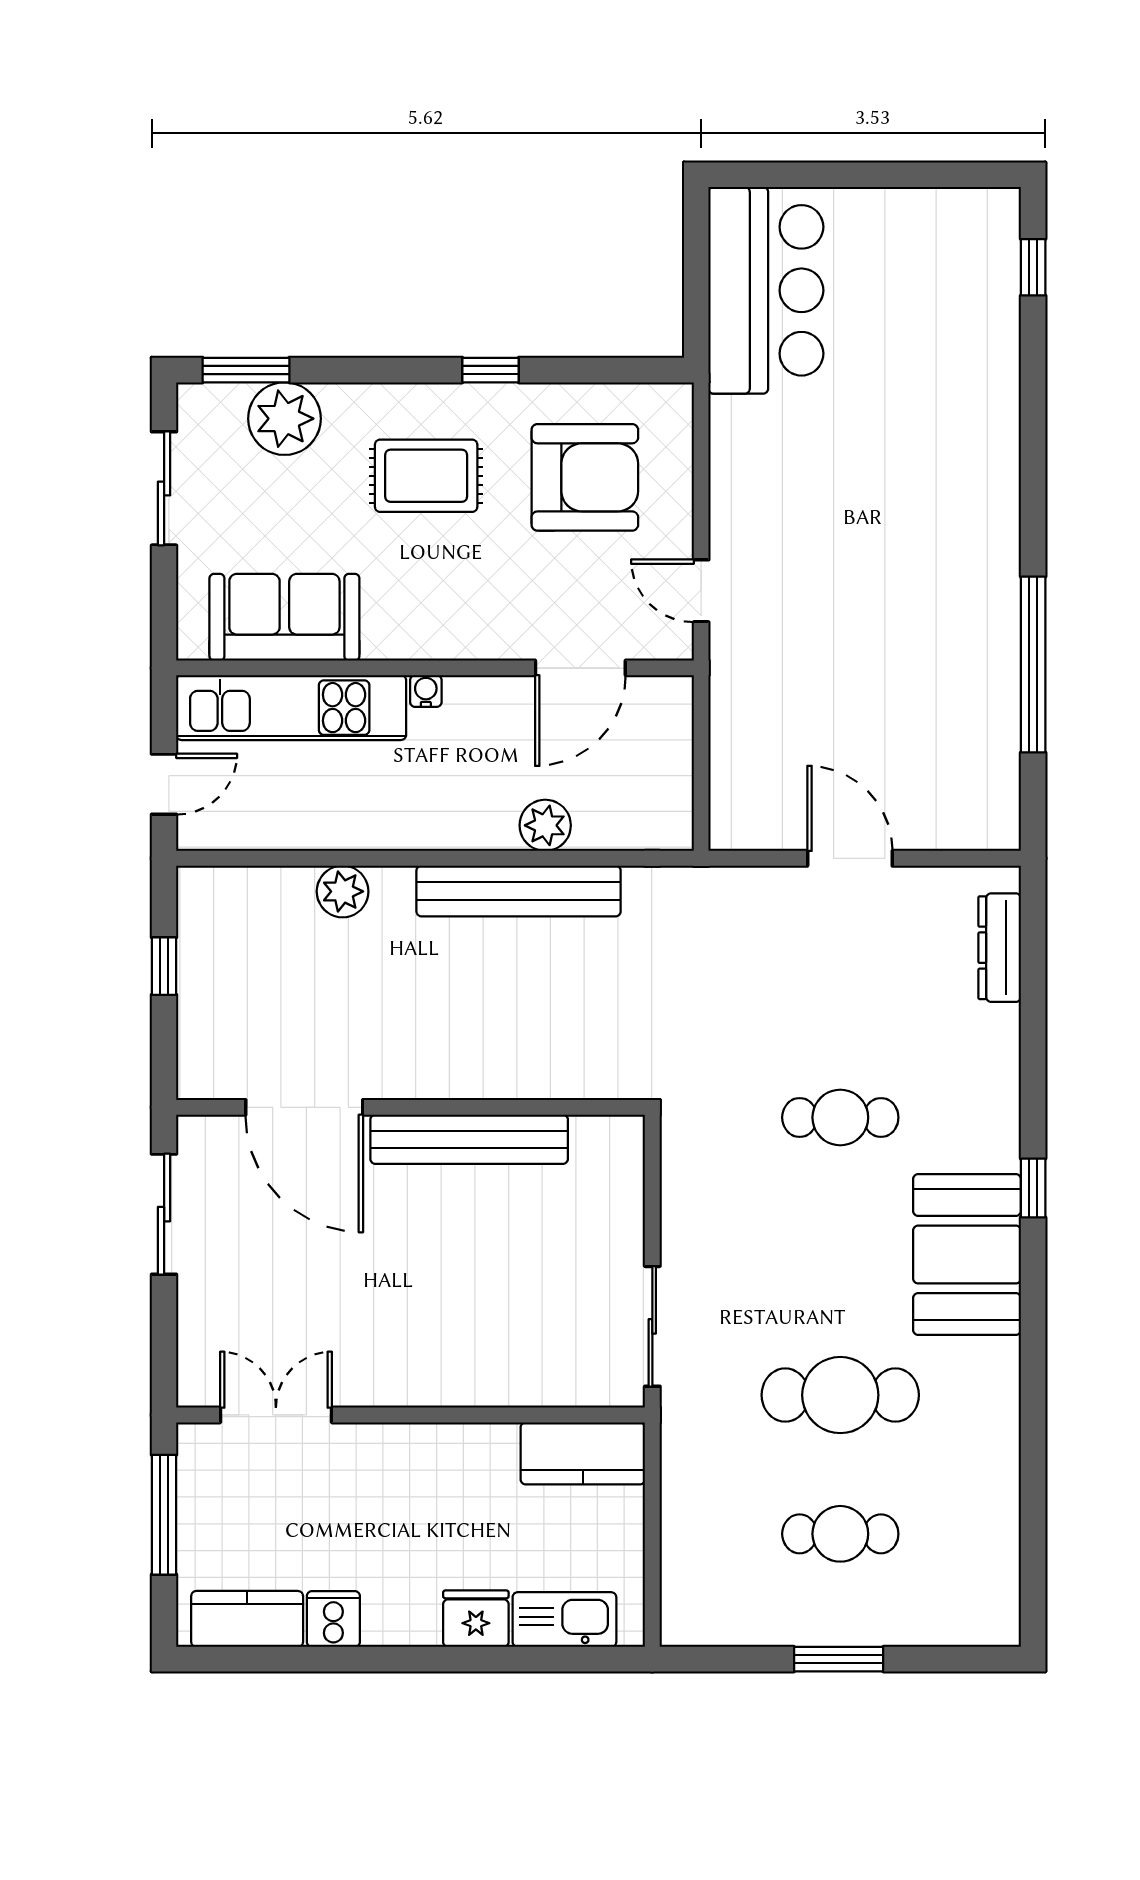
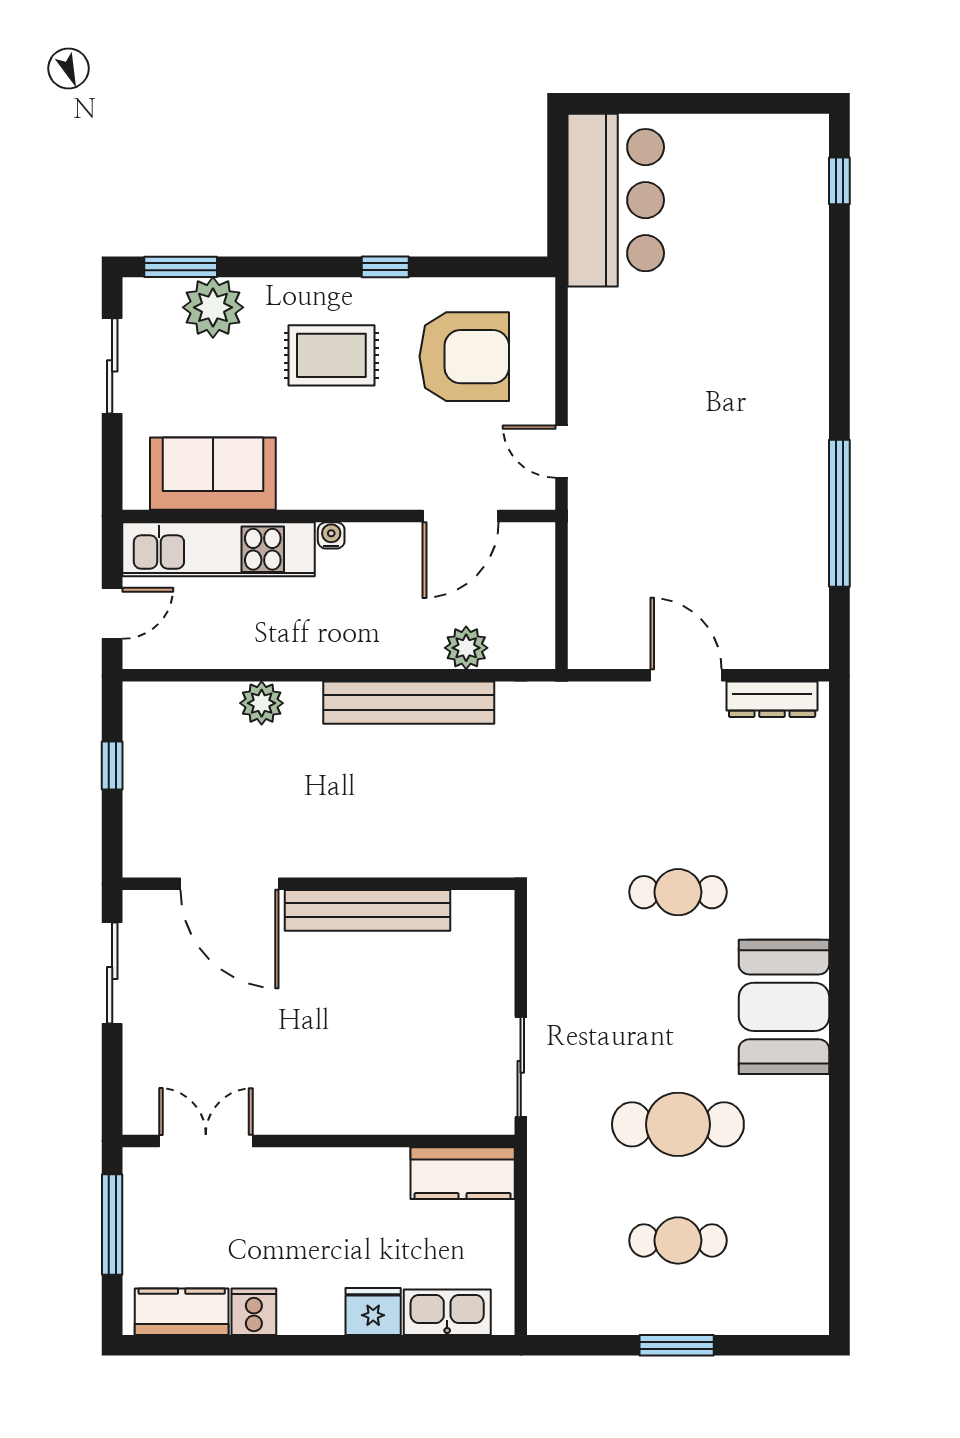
plant: (545, 825) -> (466, 648), moved
dresser: (1000, 948) -> (772, 699), moved, turned -90
window: (1033, 1188) -> (839, 951), removed

